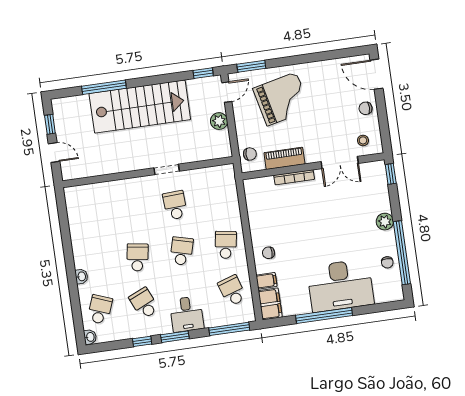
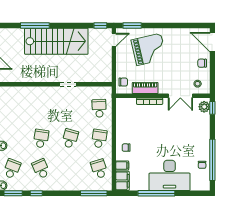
plant: (219, 121) -> (106, 58), removed
school desk: (175, 205) -> (99, 108), moved
plant: (385, 222) -> (204, 107), moved
desk: (187, 314) -> (68, 180), removed
window: (175, 337) -> (13, 193), moved

